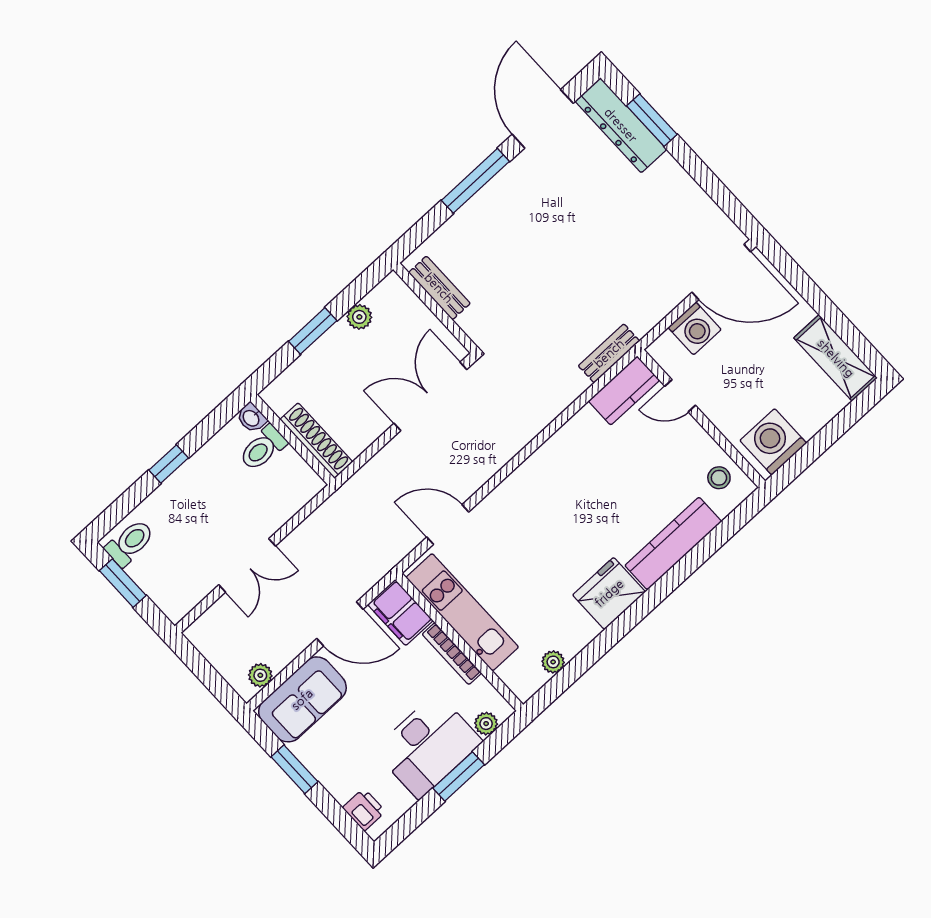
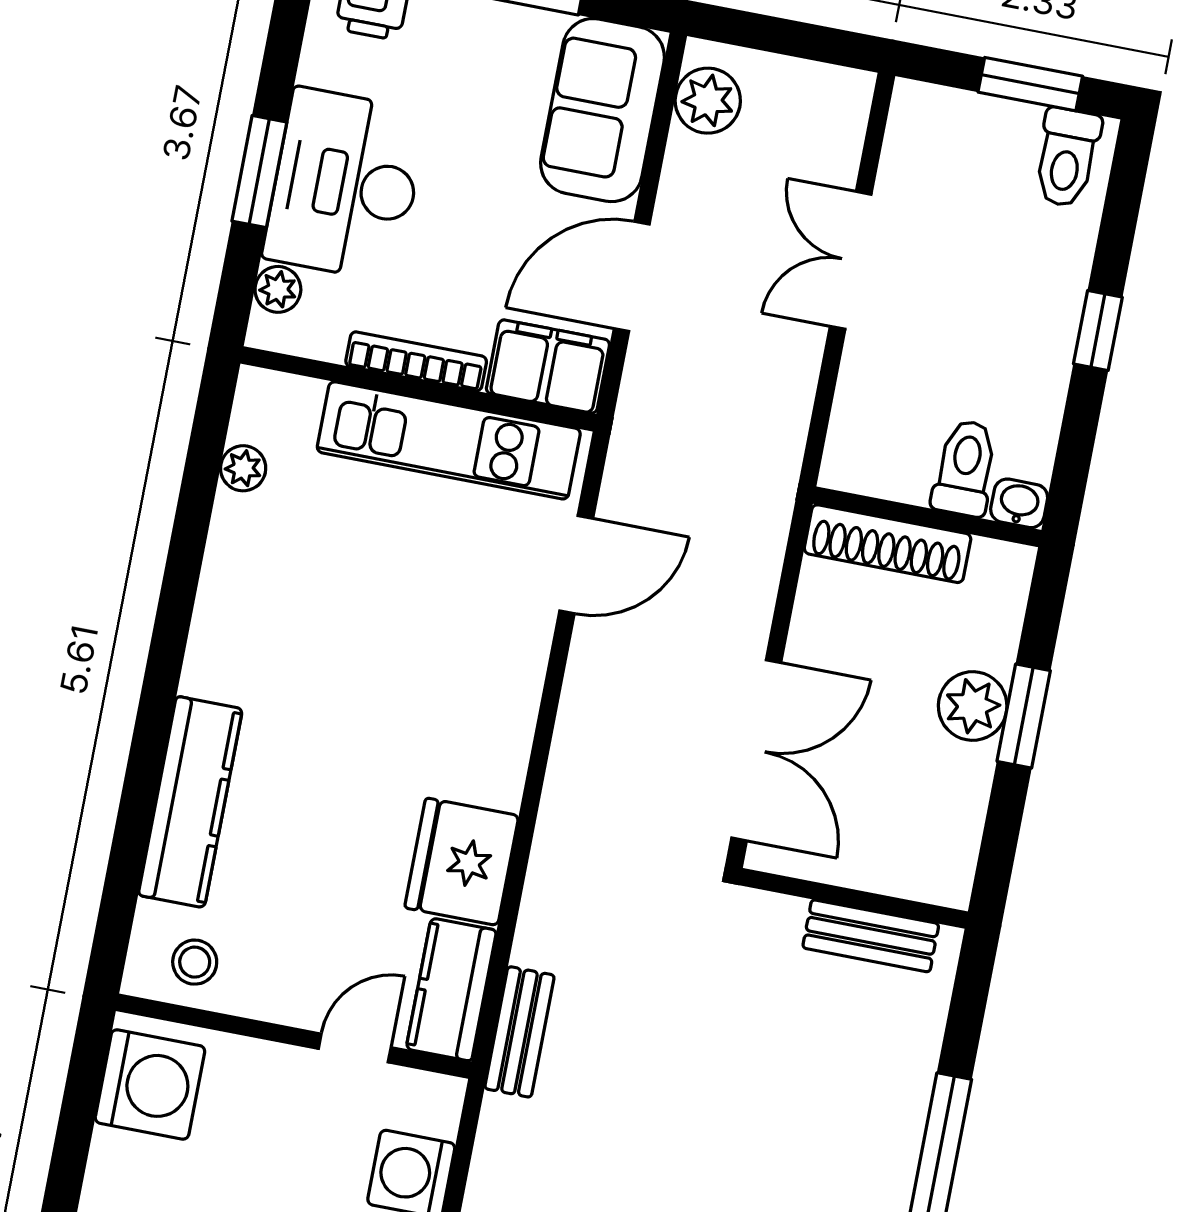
plant: (359, 317) -> (973, 706), moved, width x1.38, depth x1.38
fridge: (609, 593) -> (462, 862), moved, turned 180
plant: (260, 675) -> (708, 101), width x1.38, depth x1.38

